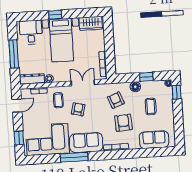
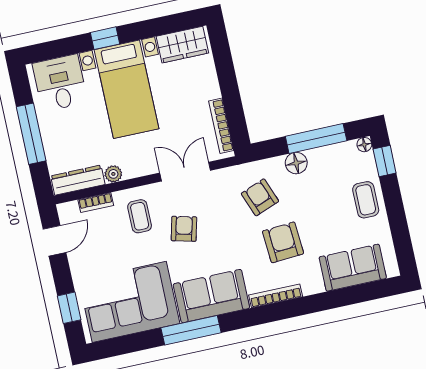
window: (146, 77) -> (316, 138), width x2.17
coffee table: (151, 106) -> (366, 200), moved

